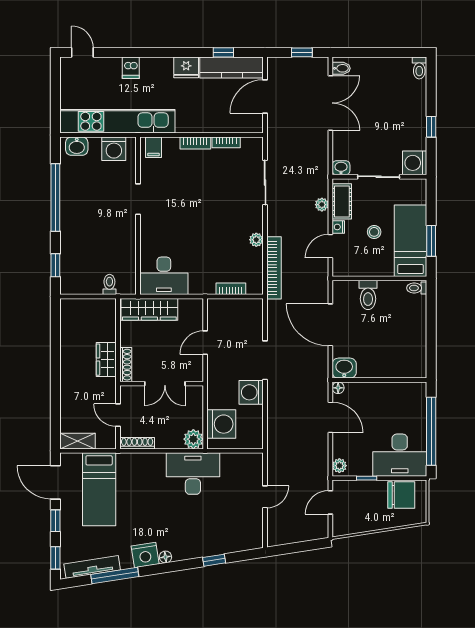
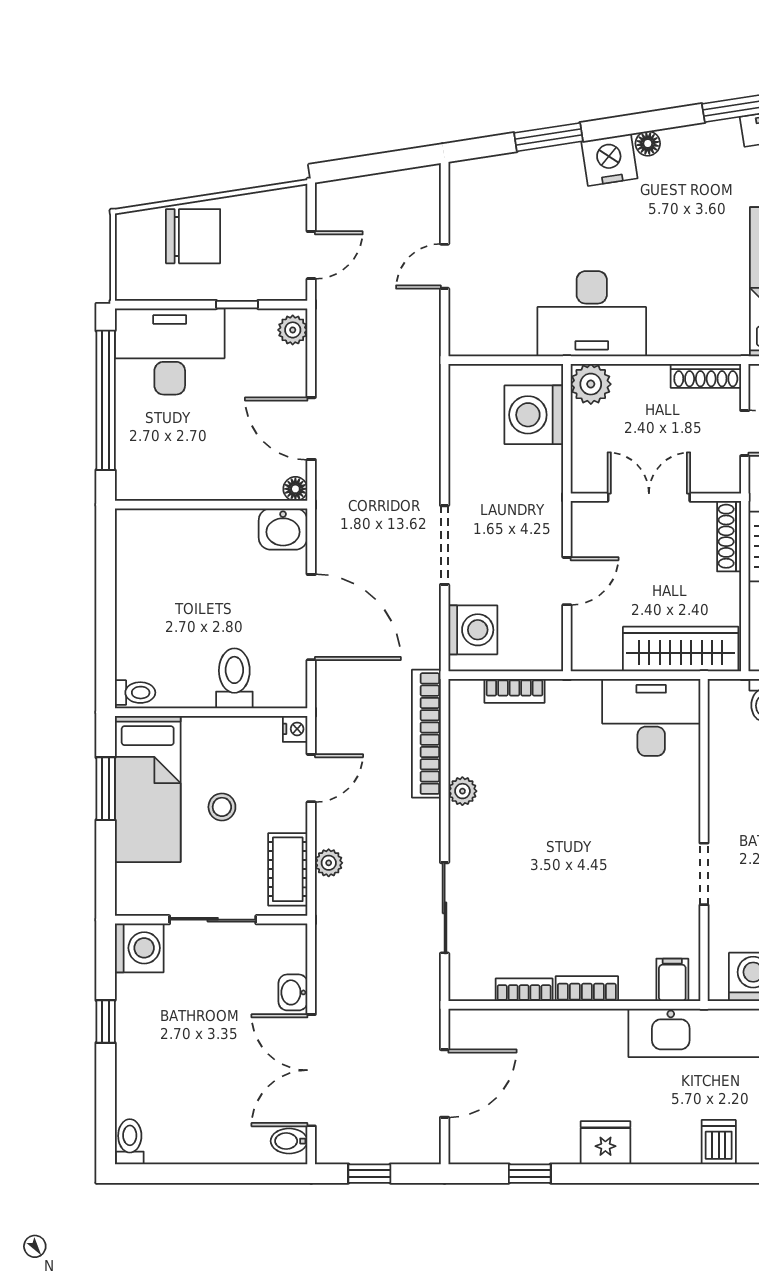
kitchen counter: (232, 67) -> (513, 1143), removed
washbasin: (341, 168) -> (293, 992), moved, turned 90
nightstand: (338, 227) -> (295, 729), moved
washing machine: (251, 392) -> (473, 630), moved
chair: (401, 495) -> (193, 236), moved, turned 180
nightstand: (145, 555) -> (609, 160), moved
window: (214, 560) -> (549, 137), width x1.50

